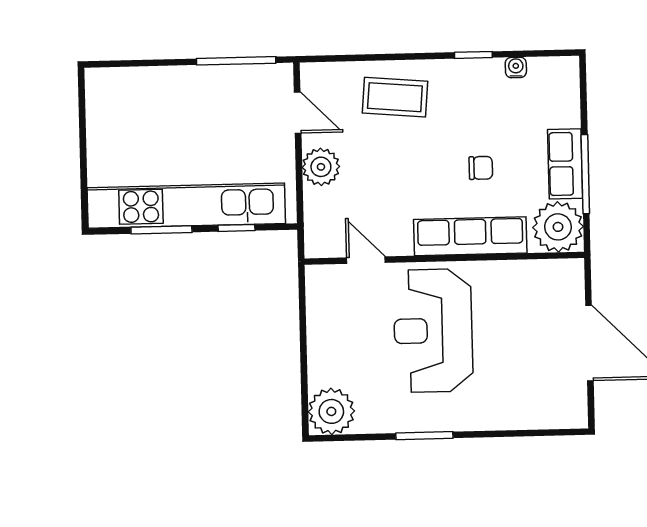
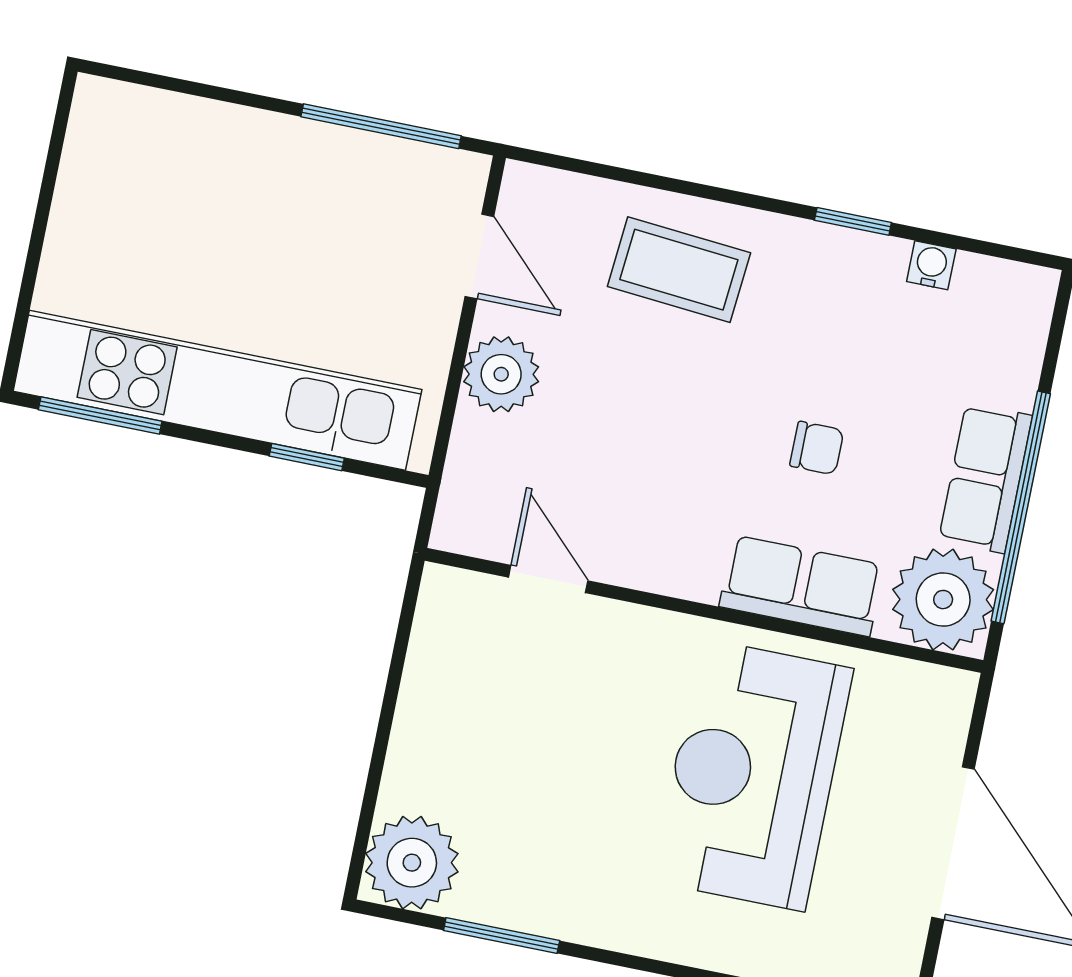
window: (585, 174) -> (1021, 507), width x1.46
window: (161, 230) -> (100, 416), moved
row of seats: (470, 236) -> (801, 586), width x0.68
reception desk: (433, 331) -> (753, 775), moved
window: (424, 436) -> (502, 935), moved

